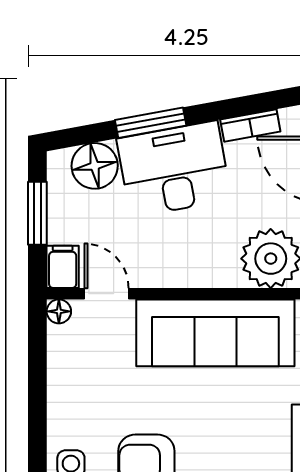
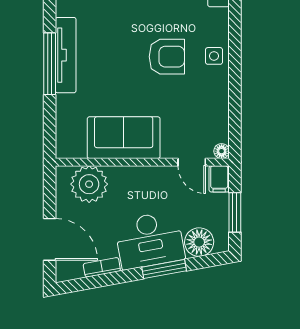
sofa: (215, 333) -> (124, 138), width x0.73

